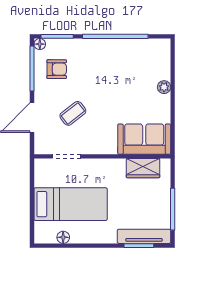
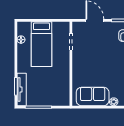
coffee table: (73, 113) -> (97, 46), removed
sofa: (144, 139) -> (93, 96), moved, turned -90
wardrobe: (143, 168) -> (64, 89), removed

